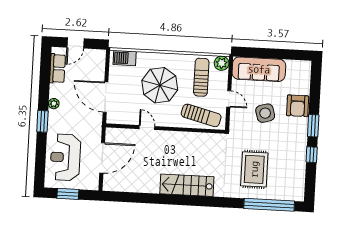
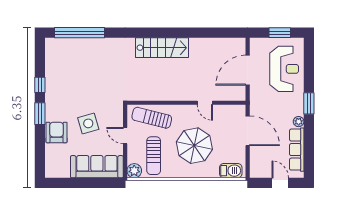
door: (75, 43) -> (280, 183), hinge flipped
row of seats: (58, 68) -> (297, 150), width x1.48
rug: (254, 169) -> (96, 67), removed

